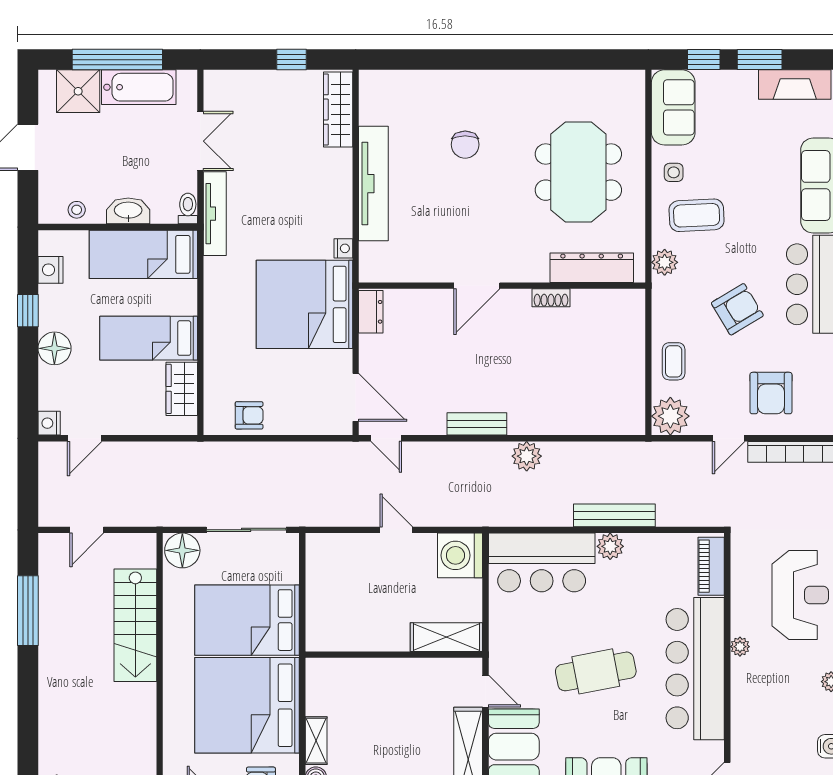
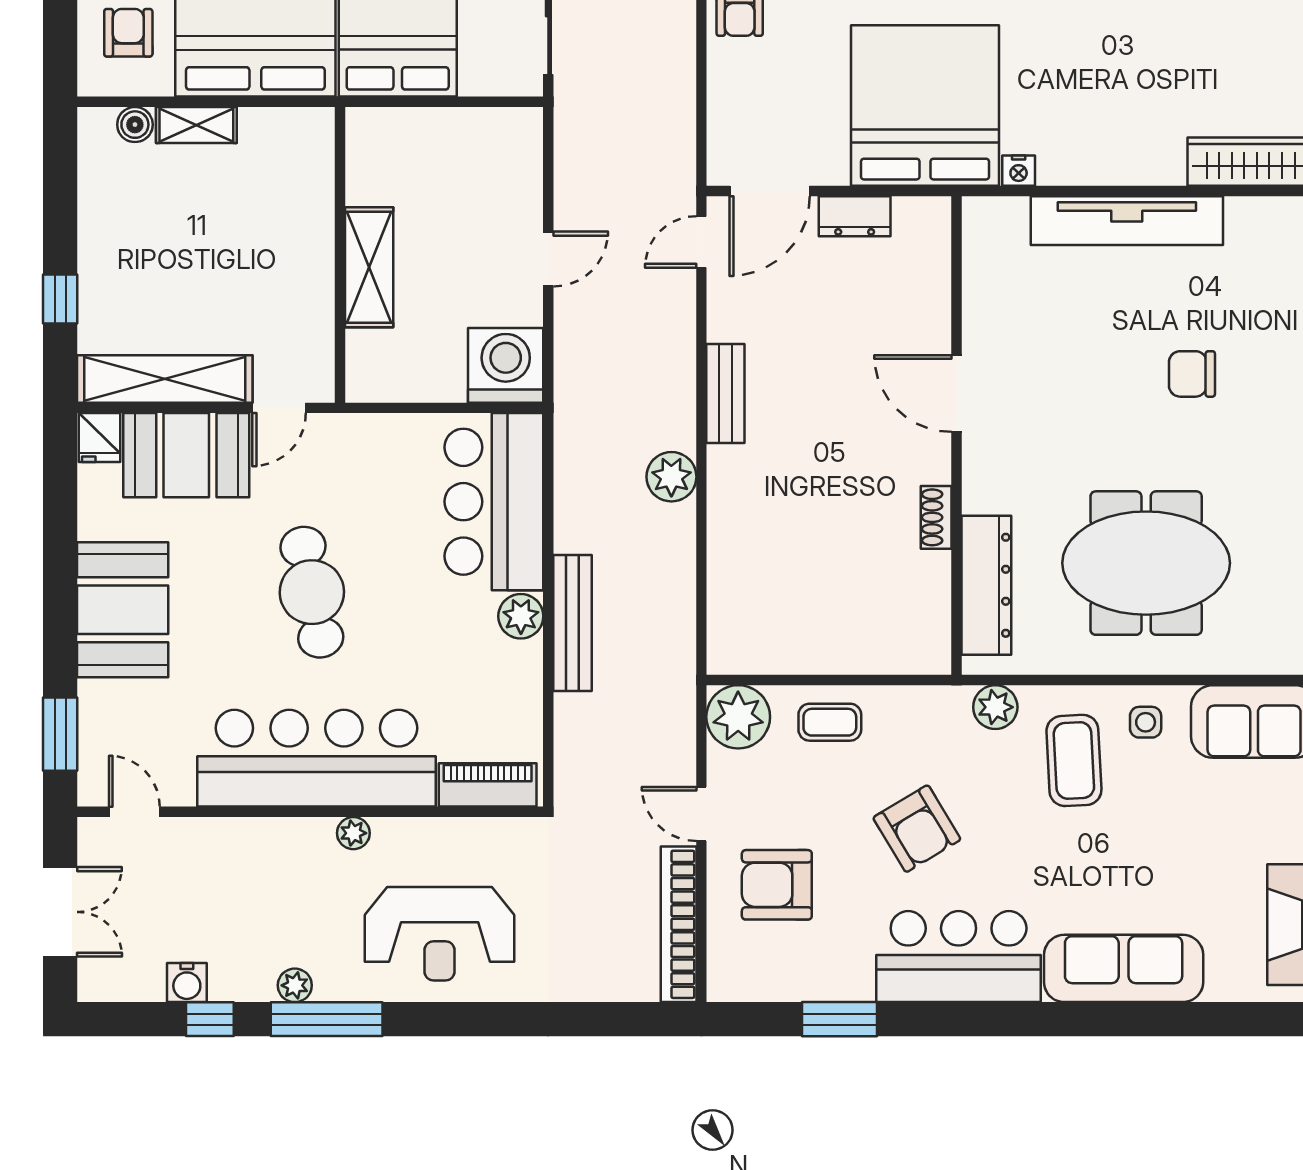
dresser: (371, 312) -> (855, 216), moved
shelving: (446, 637) -> (369, 267), moved

